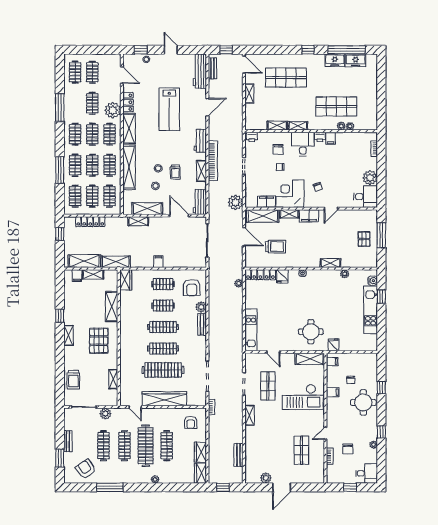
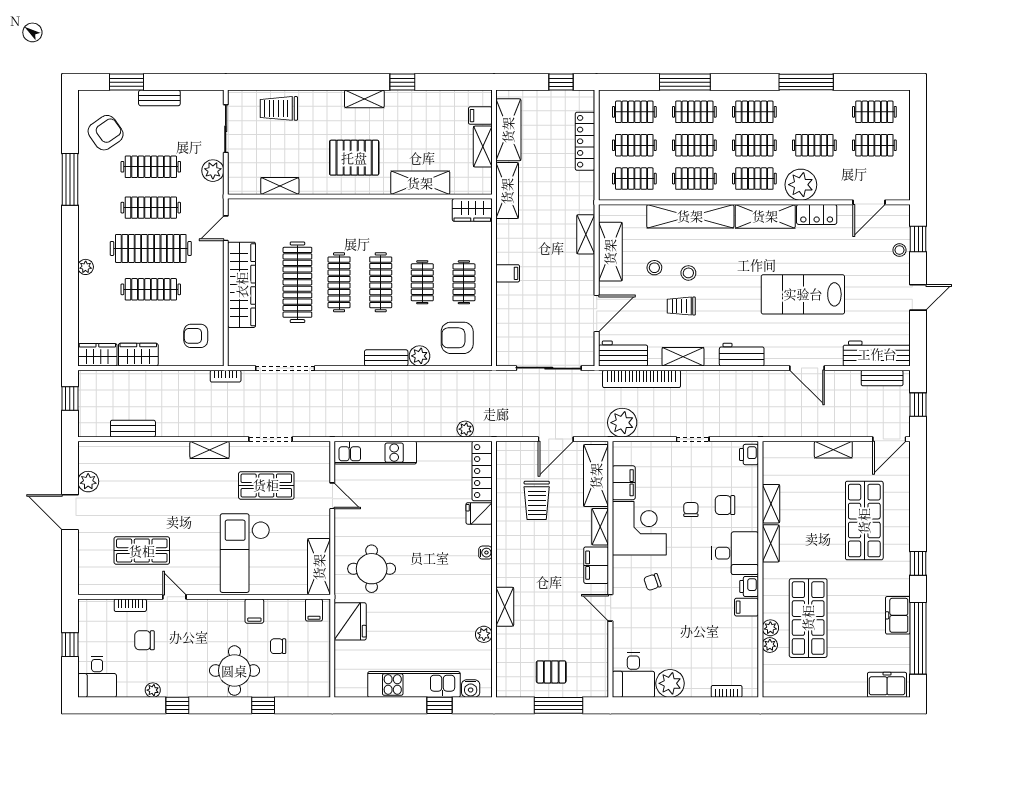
freezer: (355, 60) -> (887, 685), moved, turned 90
bookcase: (213, 161) -> (642, 379), moved
fridge: (333, 345) -> (350, 621), width x1.88, depth x1.34
door: (273, 352) -> (332, 496), swing flipped

